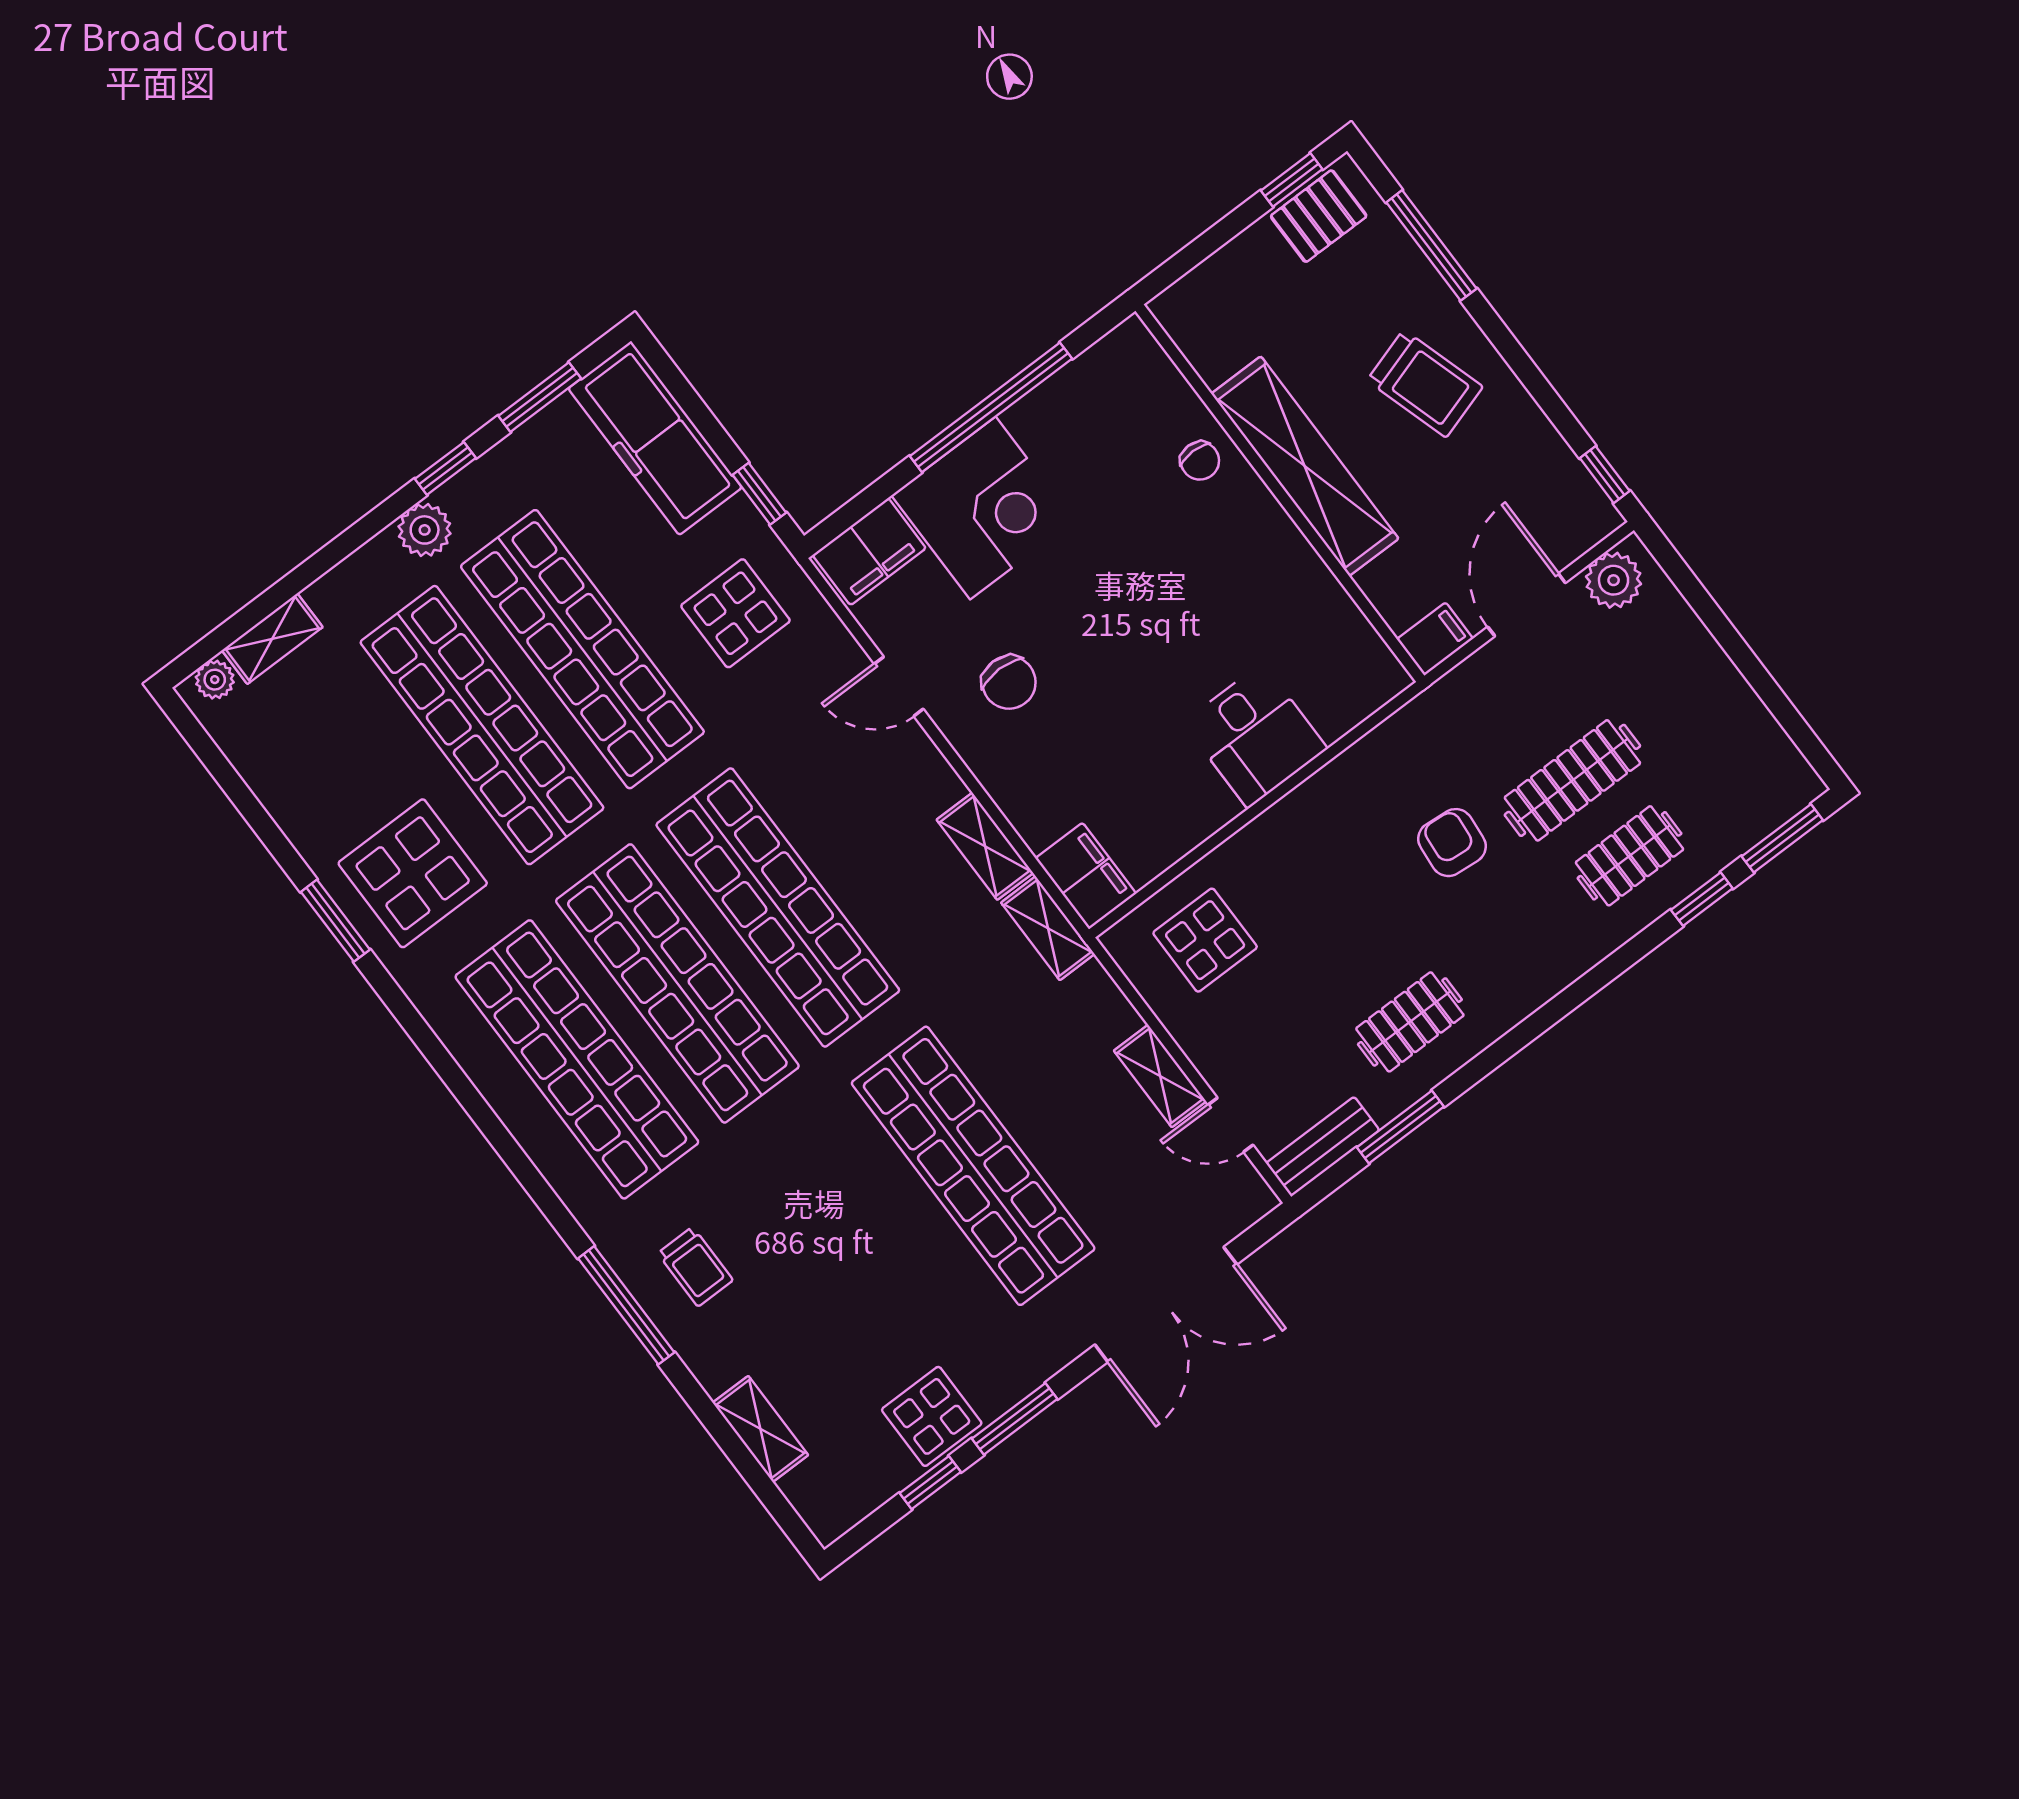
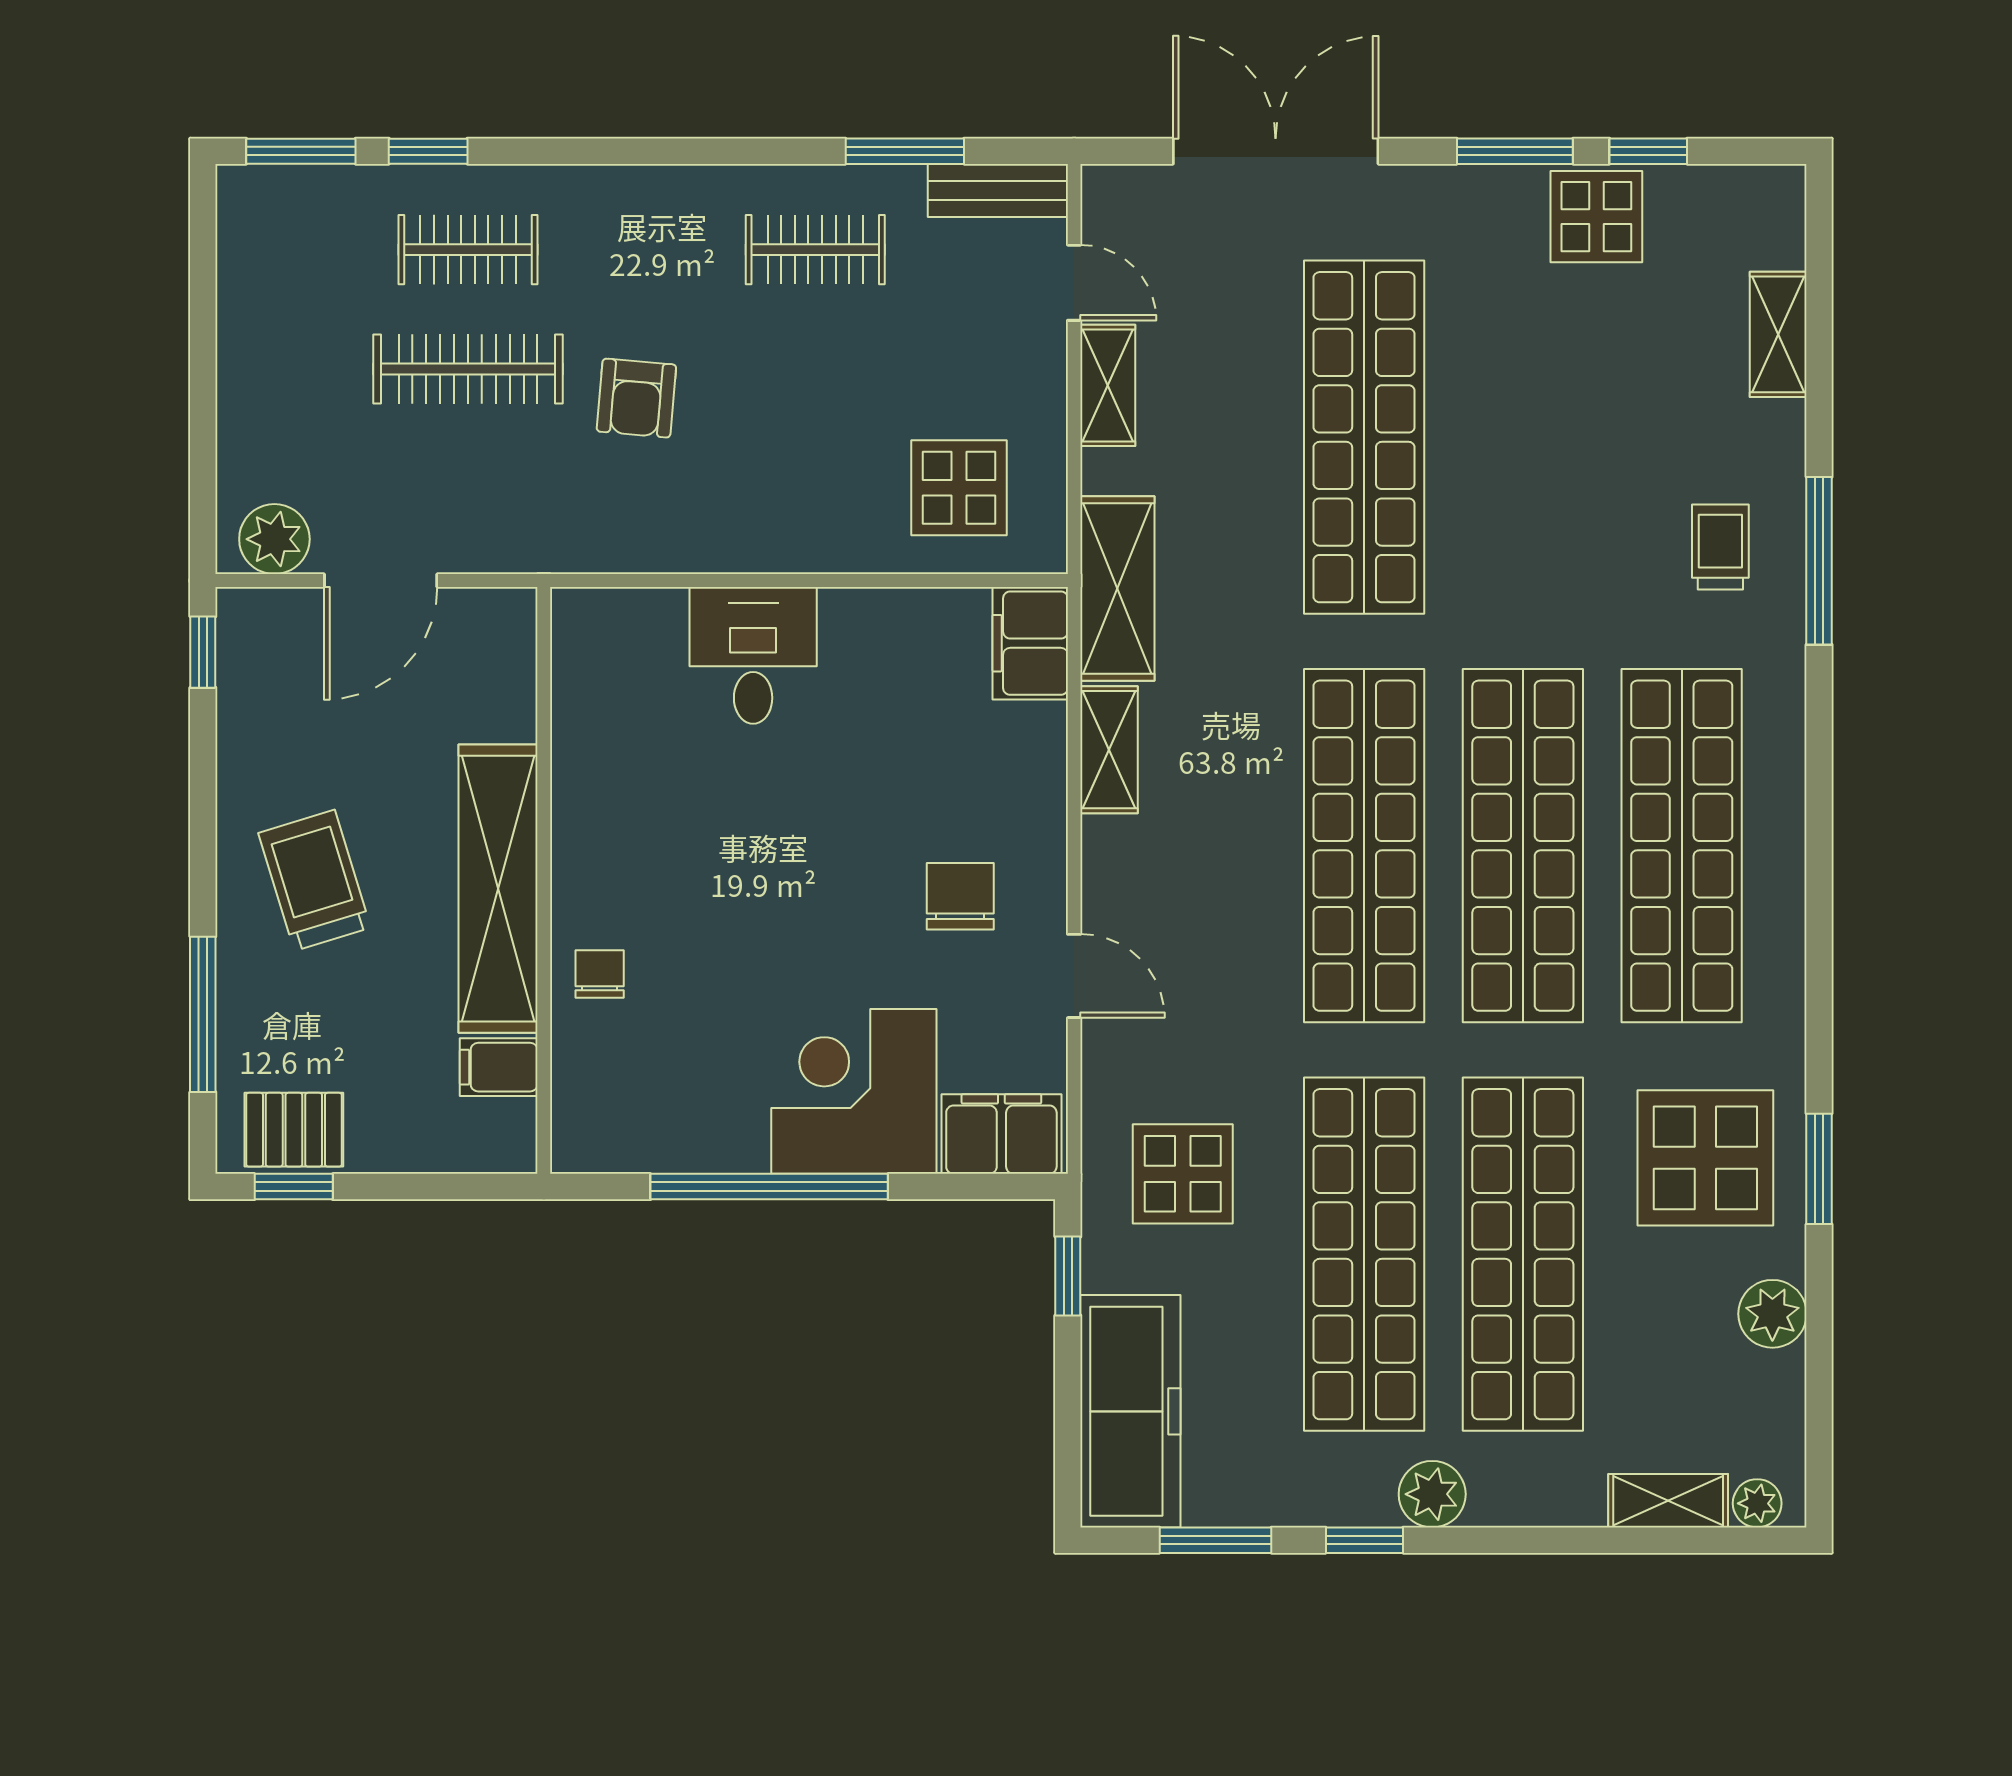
filing cabinet: (1435, 639) -> (499, 1067), moved
plant: (296, 807) -> (1772, 1314), added
shelving: (1048, 928) -> (1117, 589), width x1.50, depth x1.33

